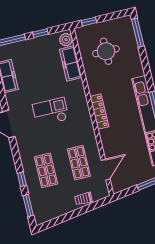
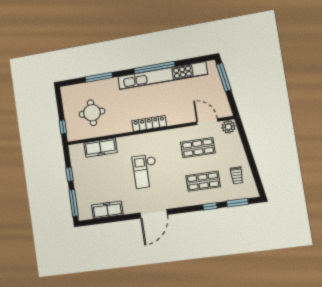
window: (138, 33) -> (99, 77), moved
plant: (66, 40) -> (228, 127), moved
trolley: (84, 199) -> (237, 175), moved

